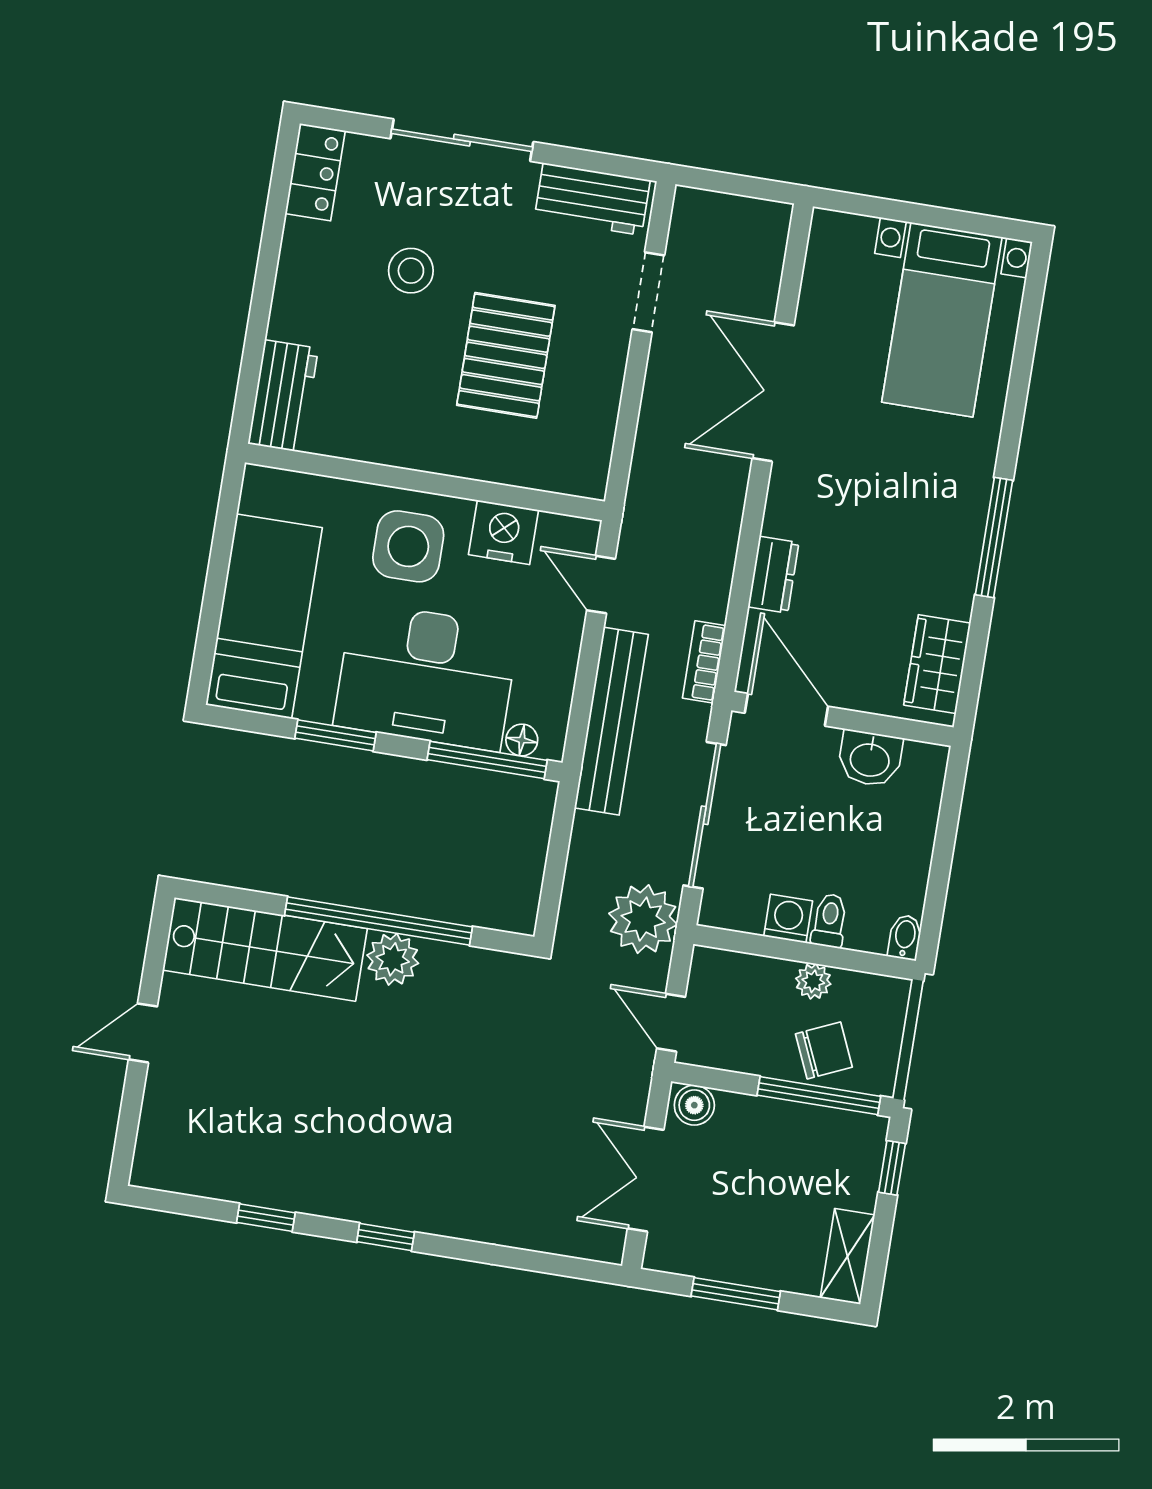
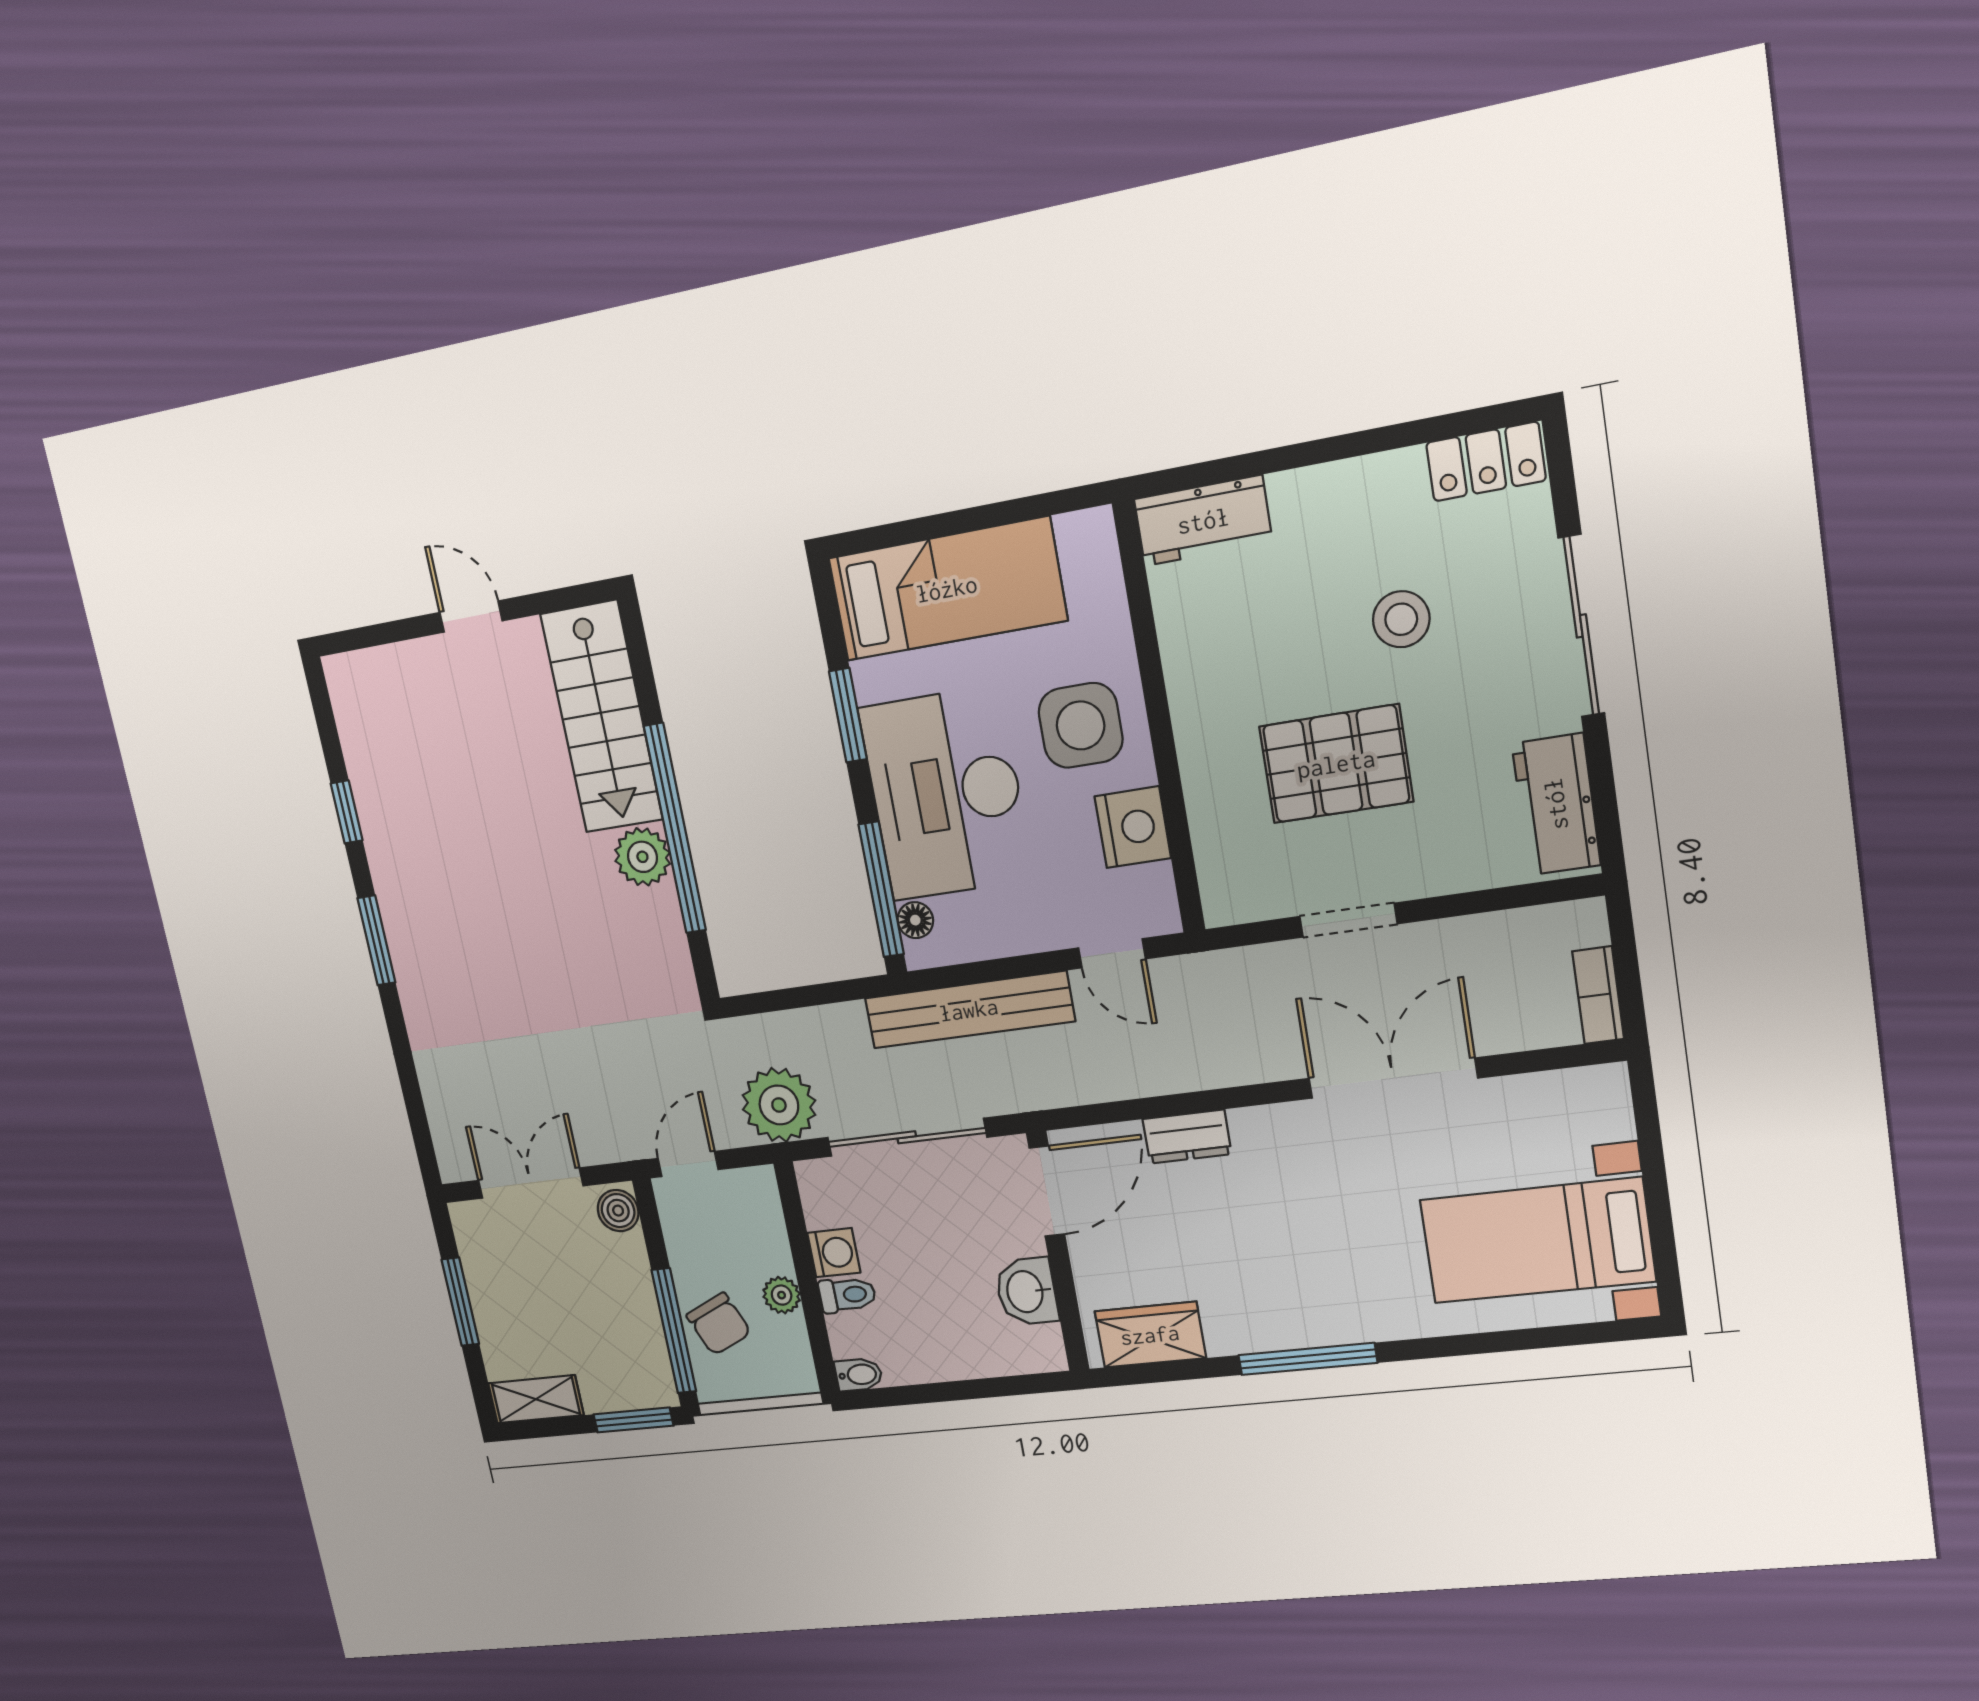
doorway: (648, 292) -> (1348, 920), moved
door: (601, 585) -> (1112, 953), swing flipped
bookcase: (704, 662) -> (1598, 995), moved, turned -90
window: (892, 1168) -> (633, 1420), width x1.50
window: (386, 1237) -> (376, 940), width x1.50

